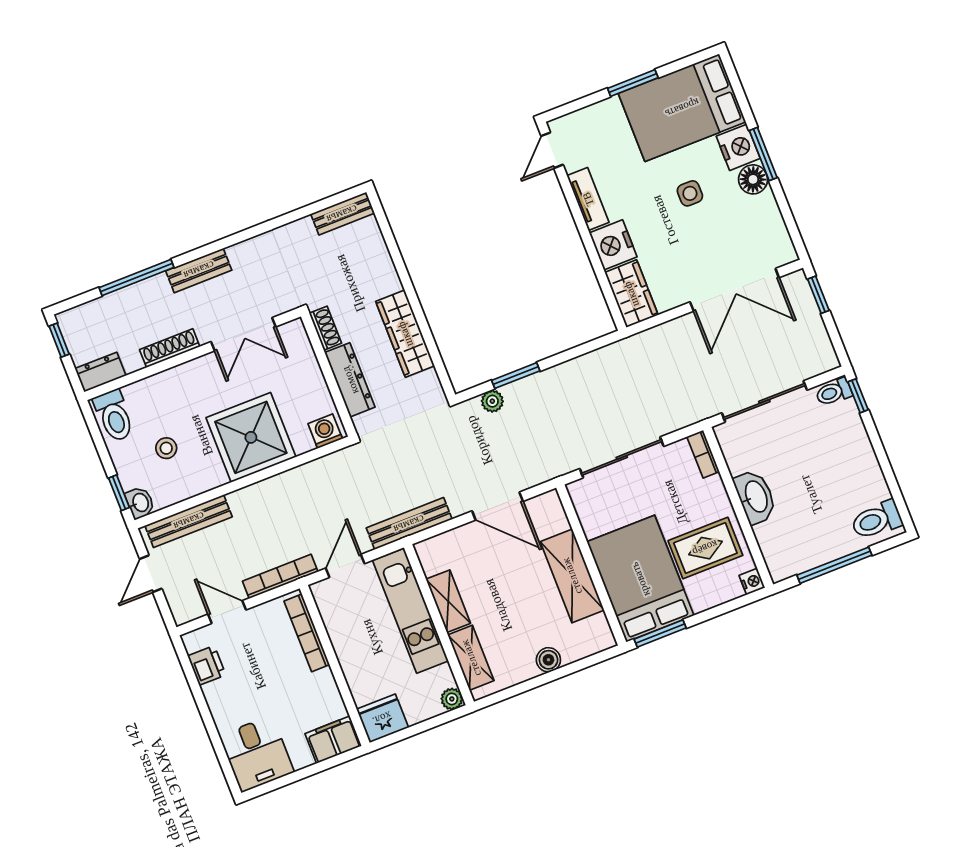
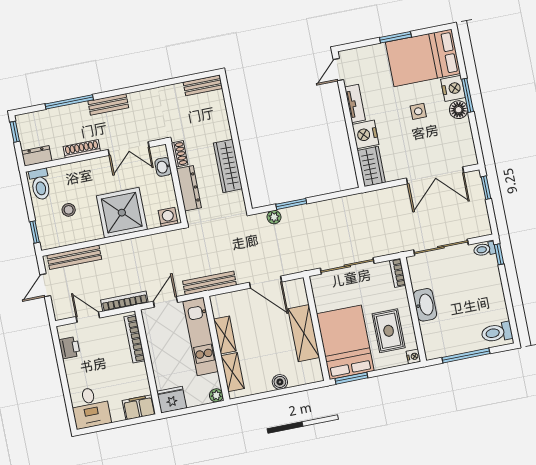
washbasin: (140, 503) -> (163, 167), moved, turned 180
rug: (705, 548) -> (389, 331), turned 90

